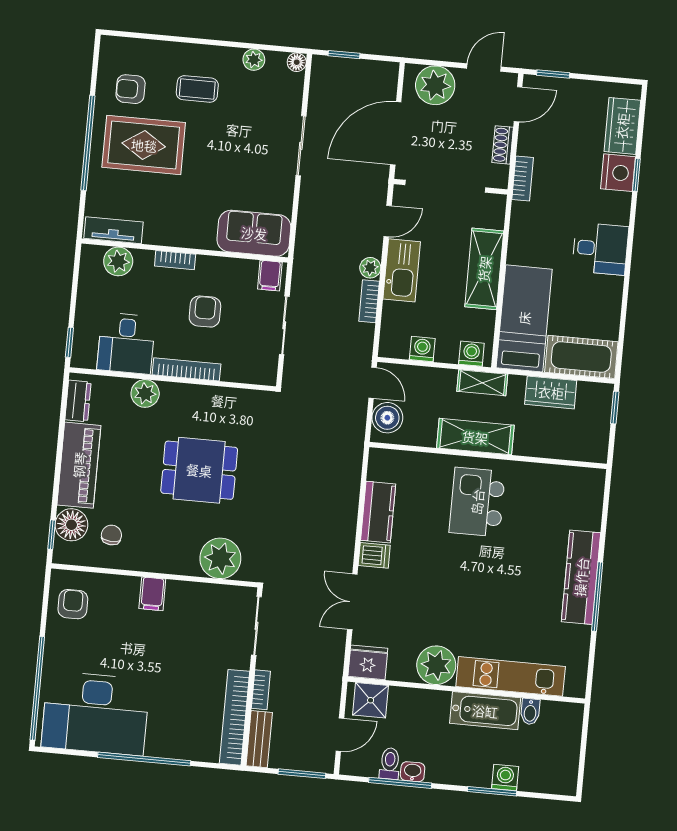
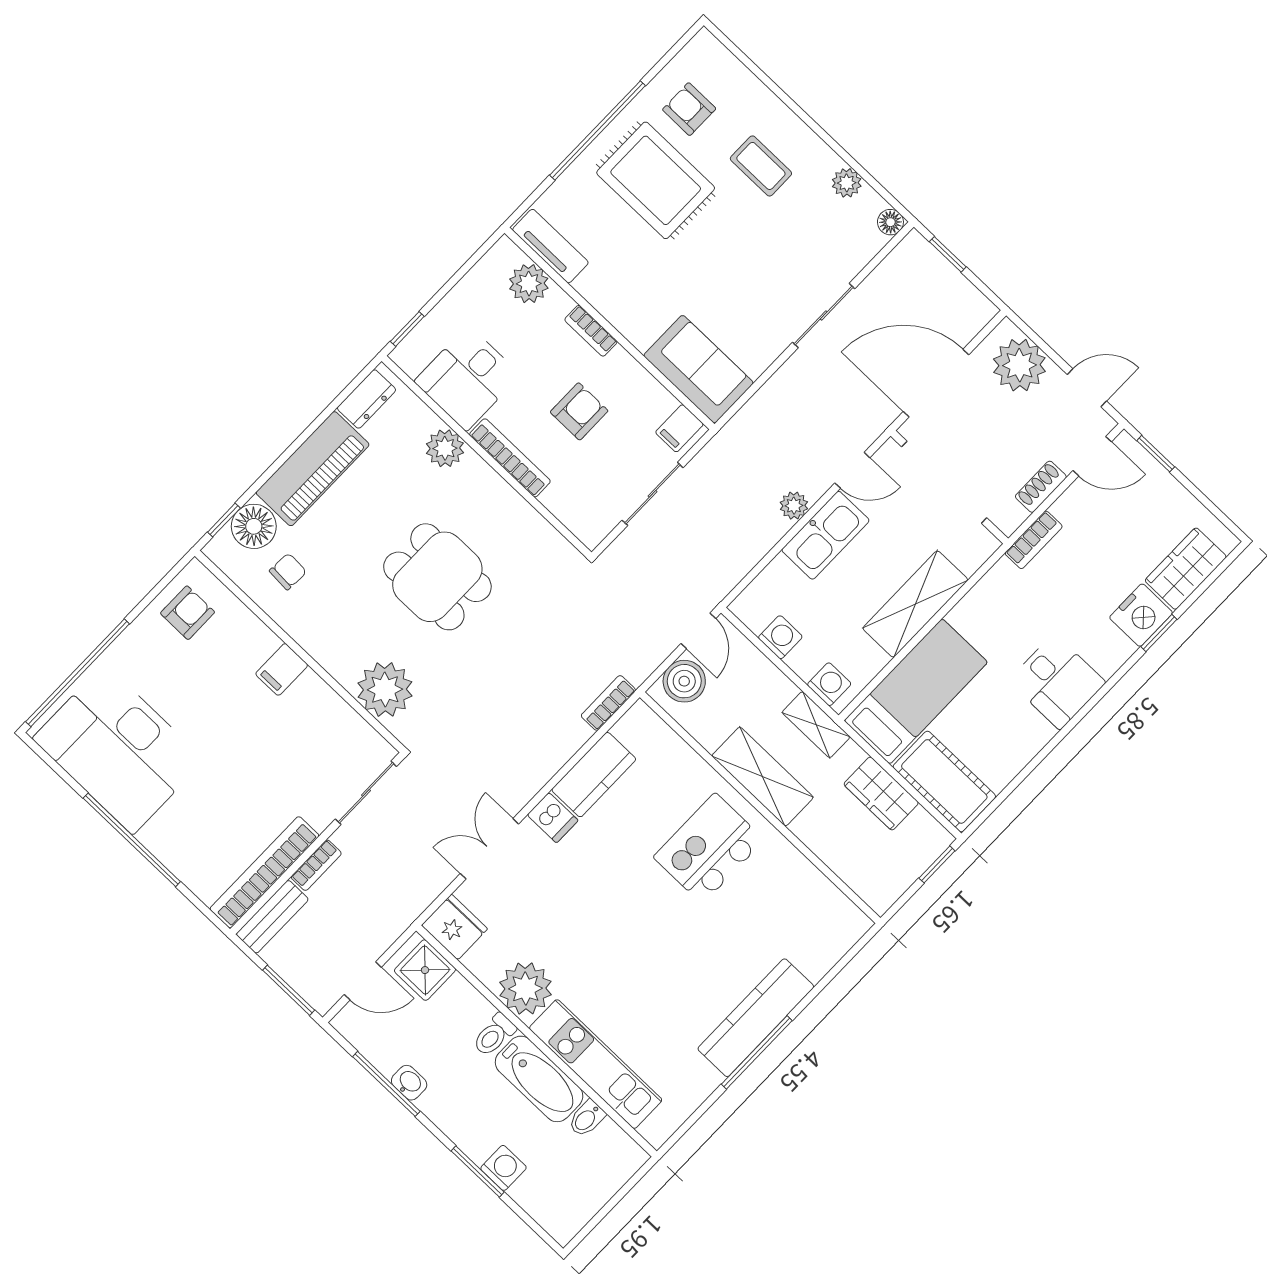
bookcase: (369, 301) -> (608, 703), moved
toilet: (390, 764) -> (494, 1035), moved, turned 180

